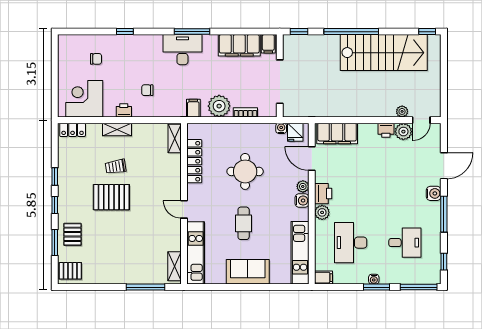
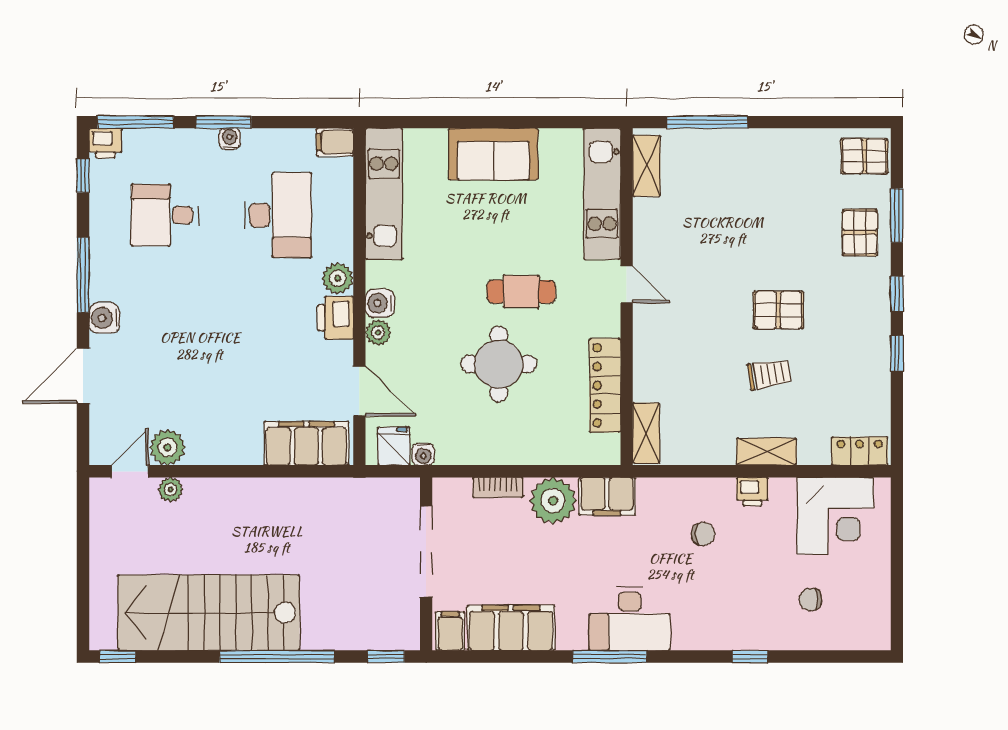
filing cabinet: (193, 108) -> (607, 496), width x2.00
printer: (386, 130) -> (105, 143), moved, turned 180
pallet: (111, 197) -> (778, 310), width x0.67, depth x0.71
cafe table: (244, 223) -> (521, 292), moved, turned 90

